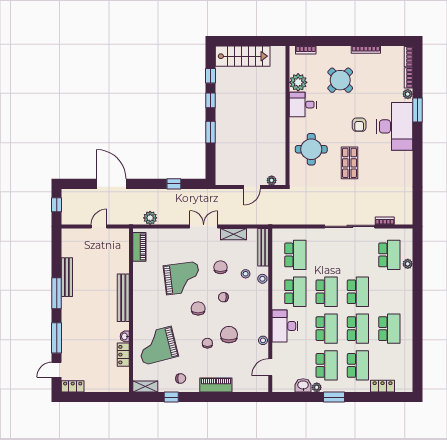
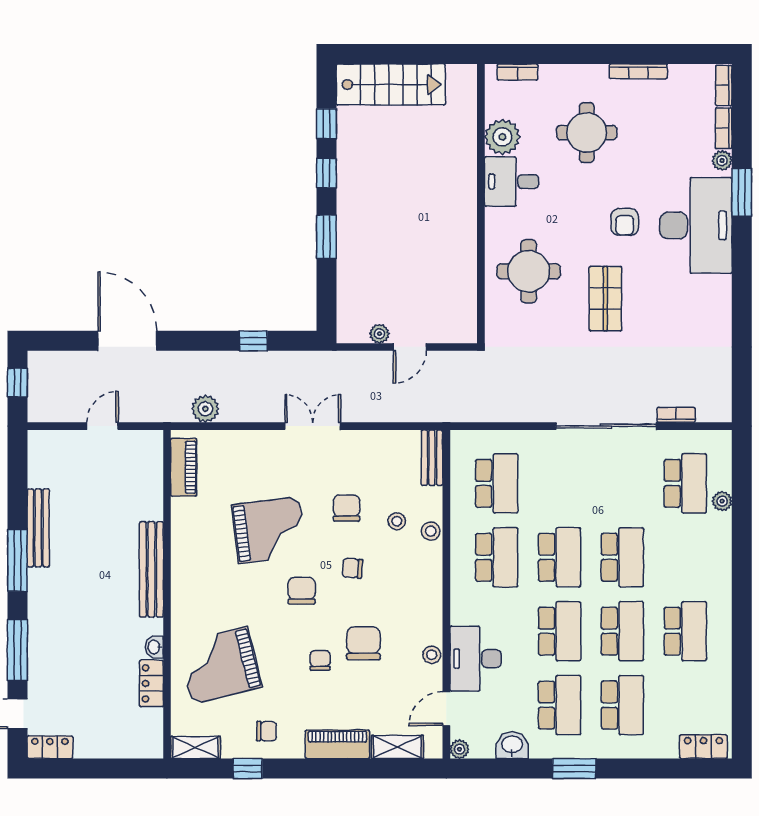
round table: (340, 80) -> (587, 133), turned 45
plant: (272, 180) -> (379, 334), moved
shelving: (233, 234) -> (397, 747), moved
bench: (263, 247) -> (432, 458), width x0.73
desk: (285, 326) -> (476, 659), moved
locker: (383, 386) -> (703, 747), moved
plant: (317, 387) -> (459, 749), moved

